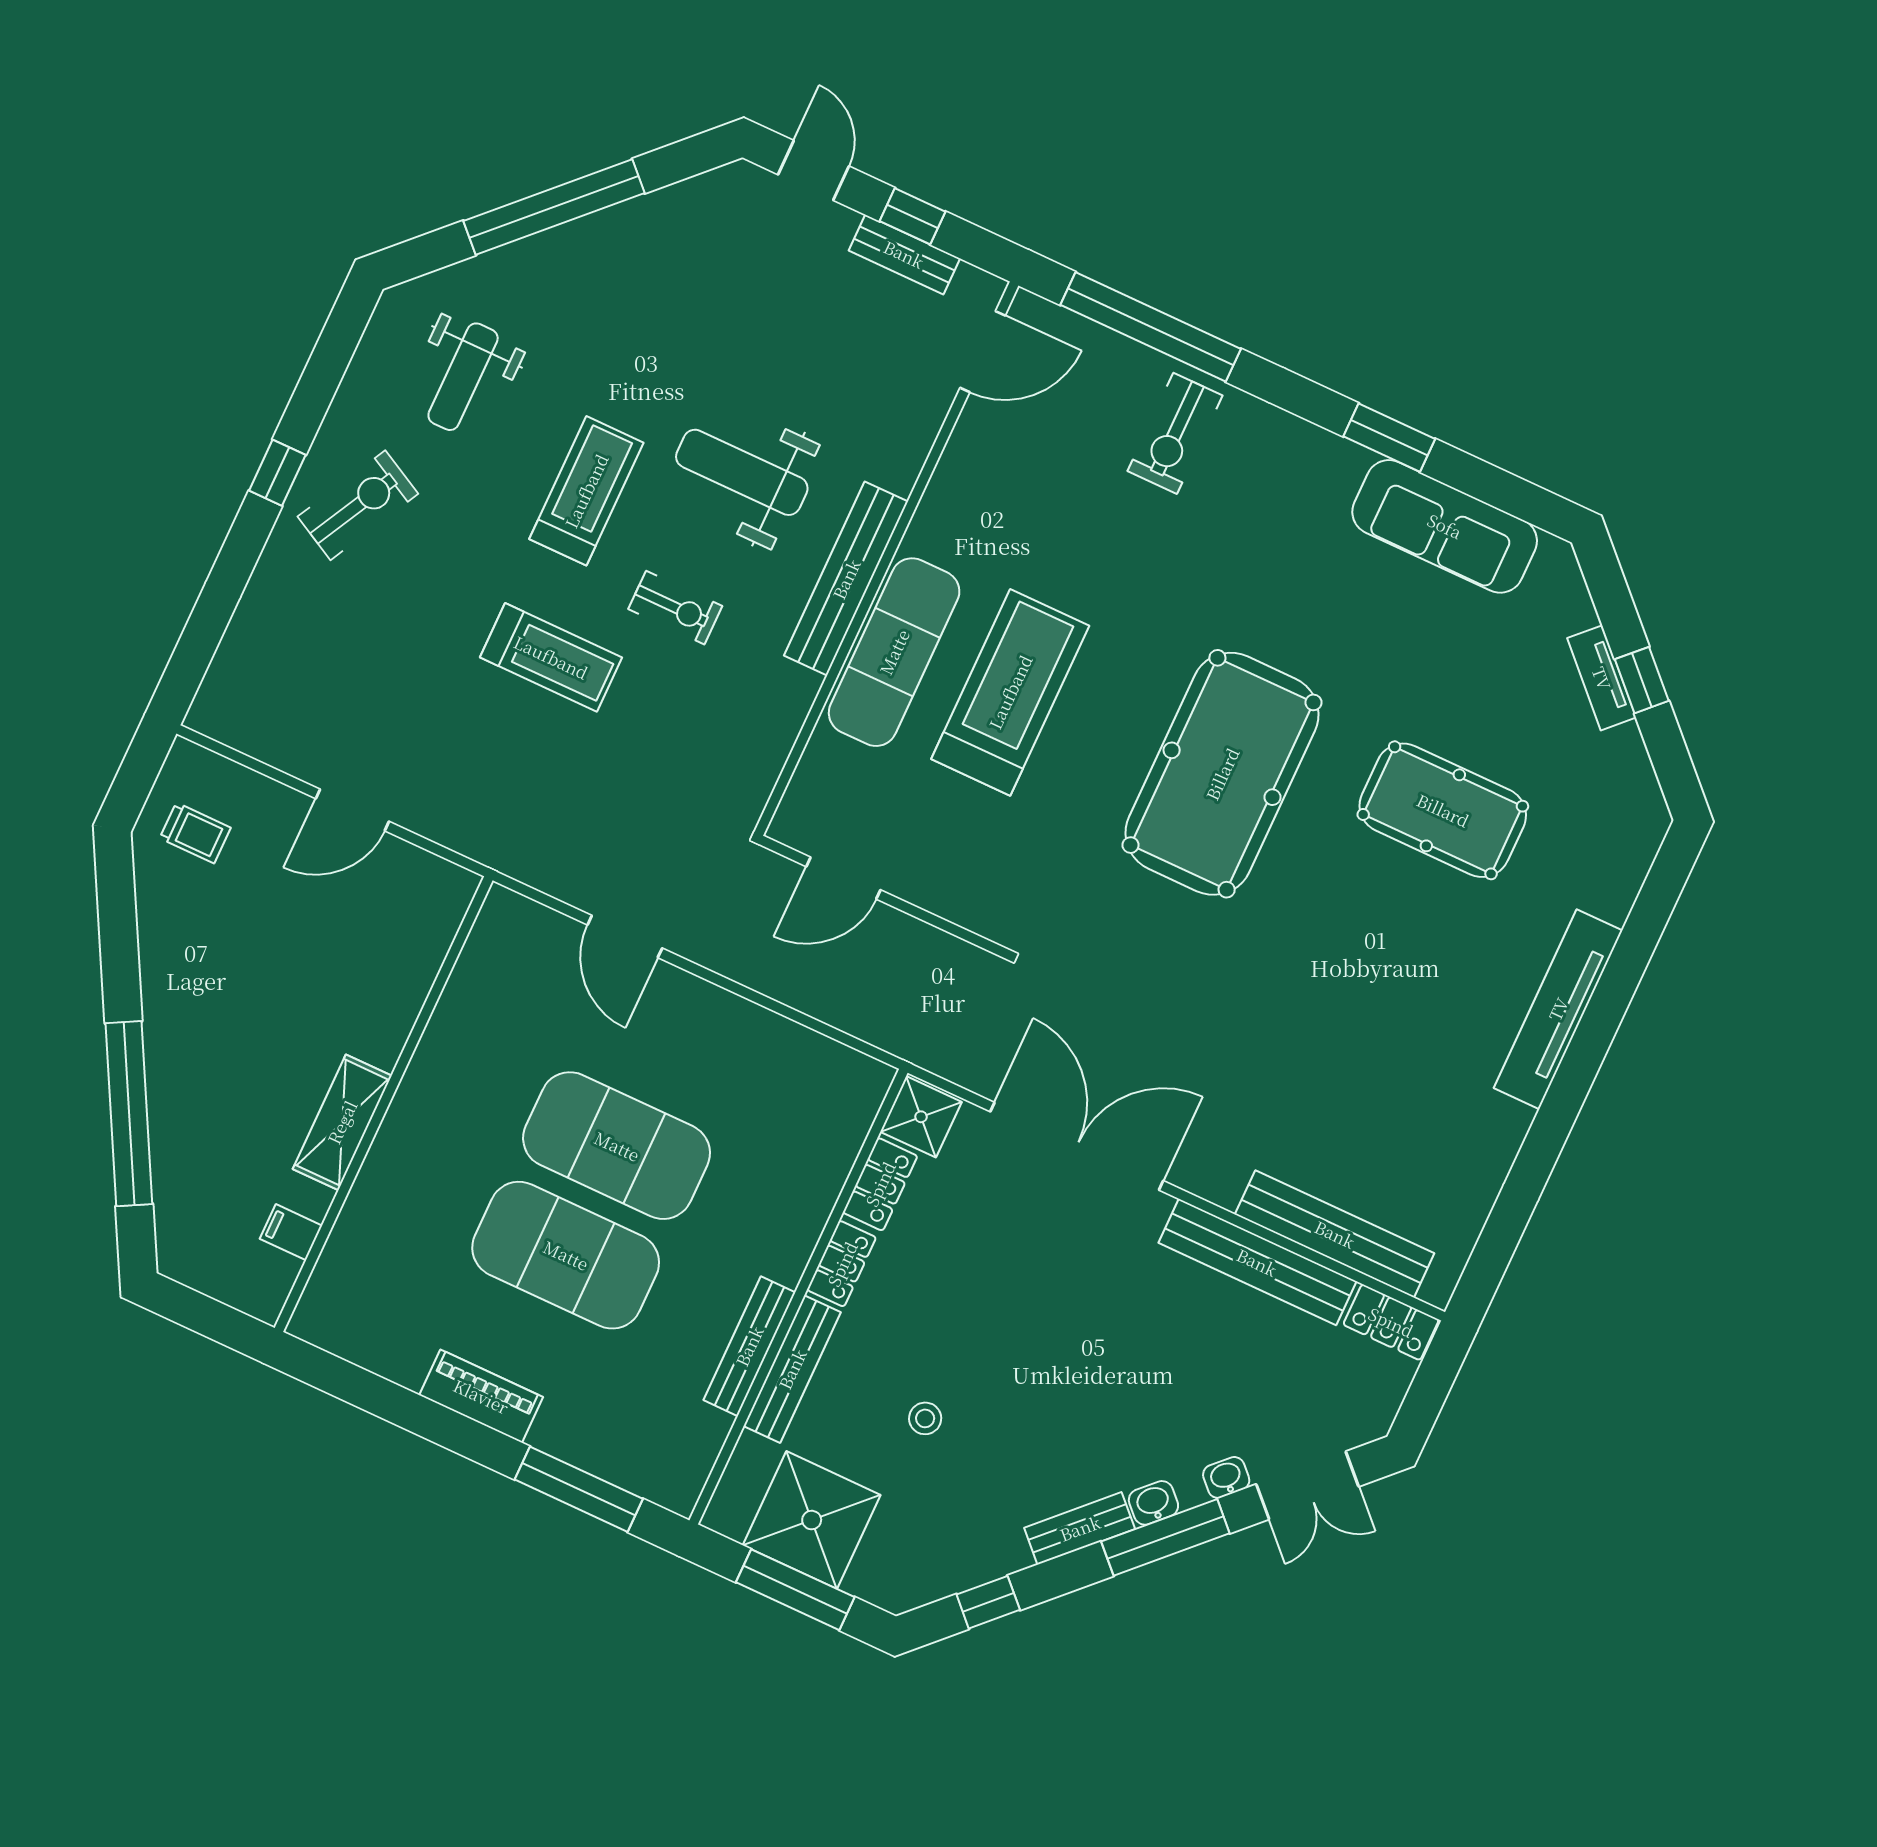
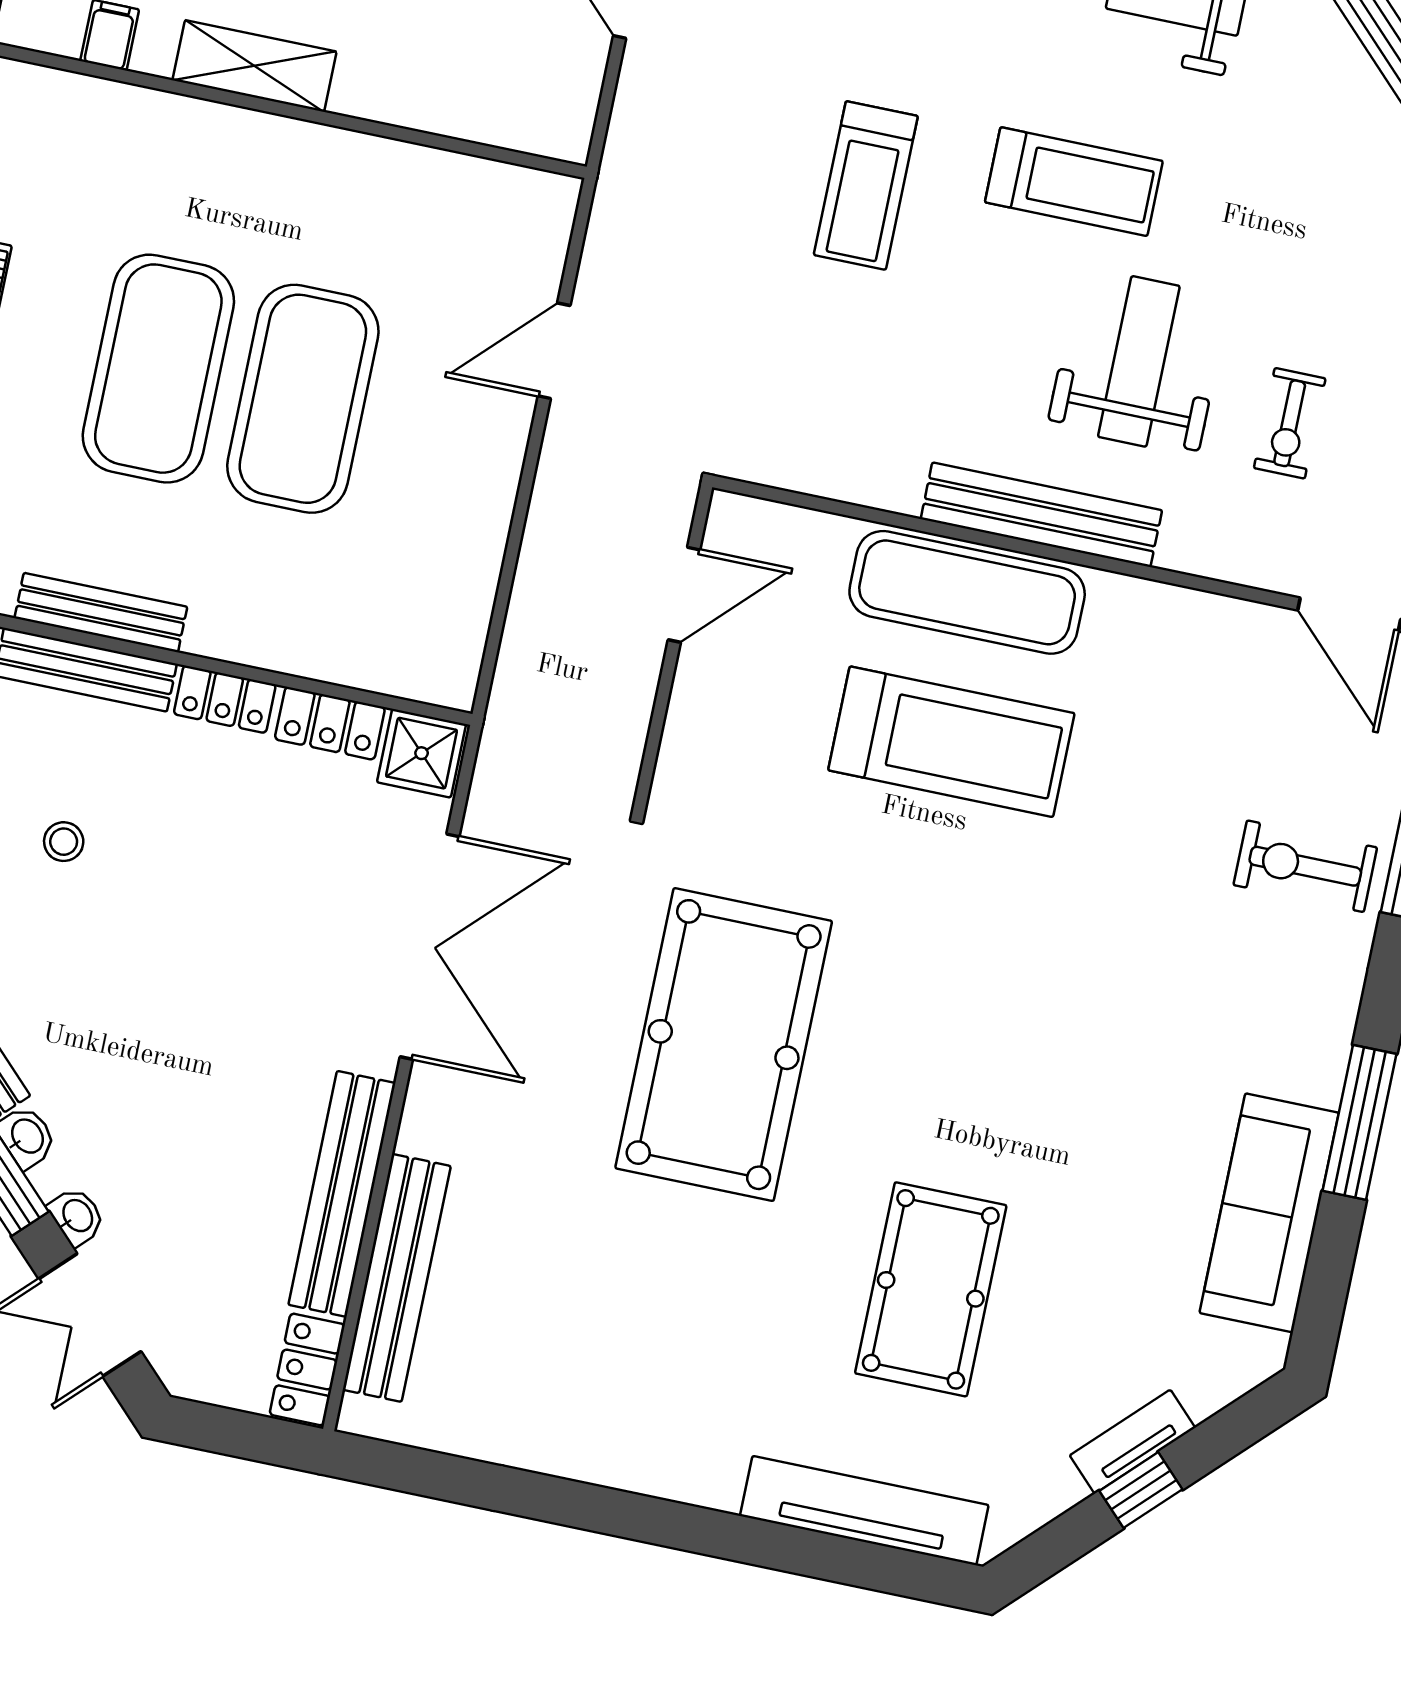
window: (1389, 438) -> (1360, 1122), width x1.44
exercise bike: (675, 608) -> (1290, 423), moved
pool table: (1222, 774) -> (724, 1045), moved, turned 90
door: (843, 878) -> (684, 595), swing flipped
tv unit: (1558, 1009) -> (864, 1511), moved

